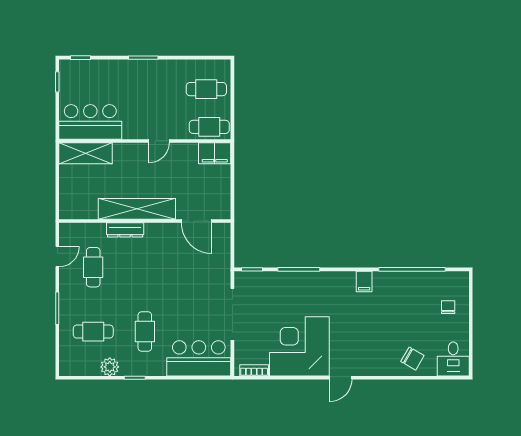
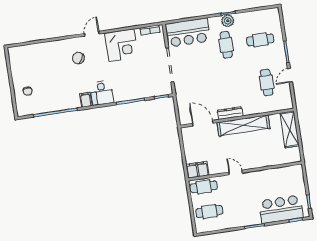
bar counter: (90, 122) -> (281, 209), moved, turned 180
door: (159, 141) -> (236, 172), hinge flipped
shelving: (85, 153) -> (290, 129), moved, turned 90
dresser: (125, 230) -> (230, 113), moved
door: (57, 256) -> (290, 75), moved
corner desk: (299, 346) -> (122, 45), width x0.74, depth x0.74
chair: (412, 359) -> (78, 58), moved
desk: (453, 359) -> (102, 93), moved, turned 180
plant: (110, 367) -> (228, 21), moved

